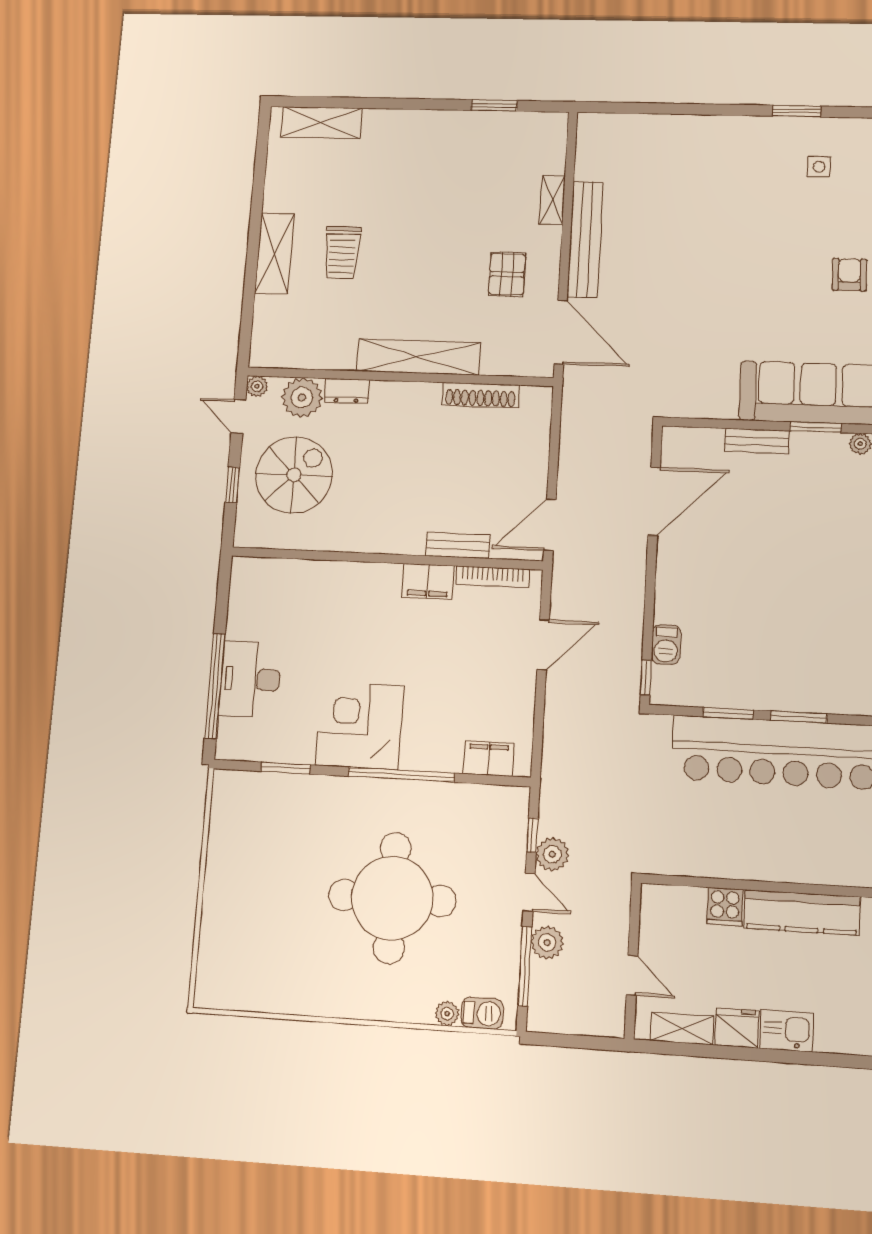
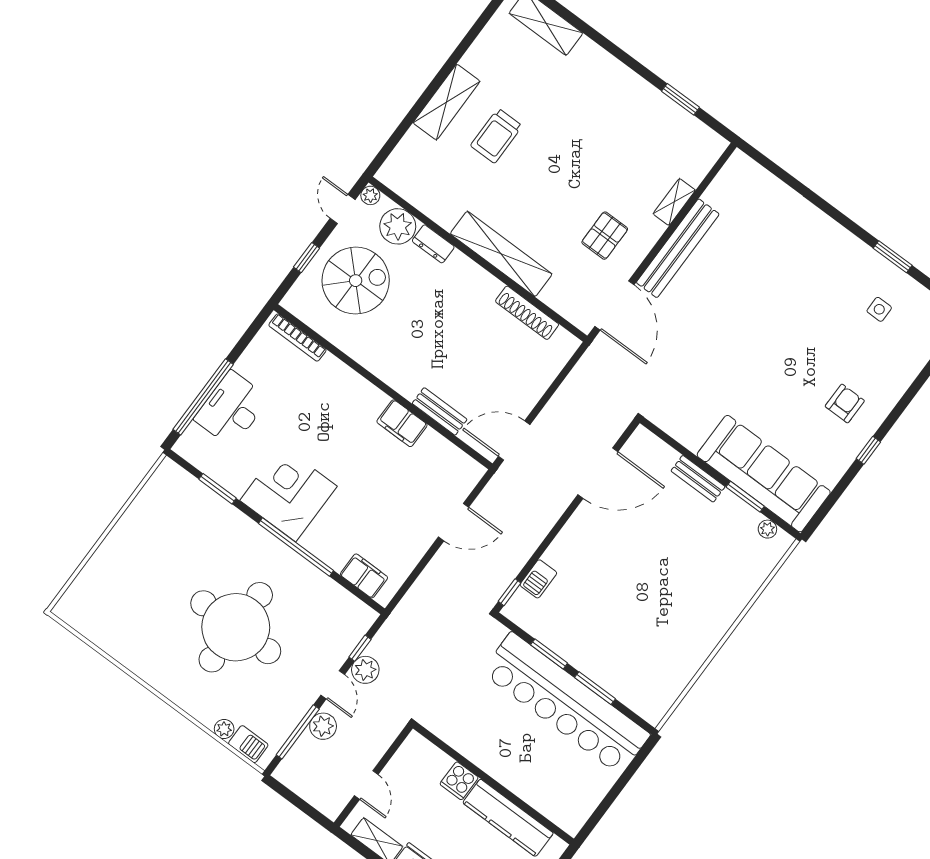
bookcase: (492, 577) -> (297, 337), moved

